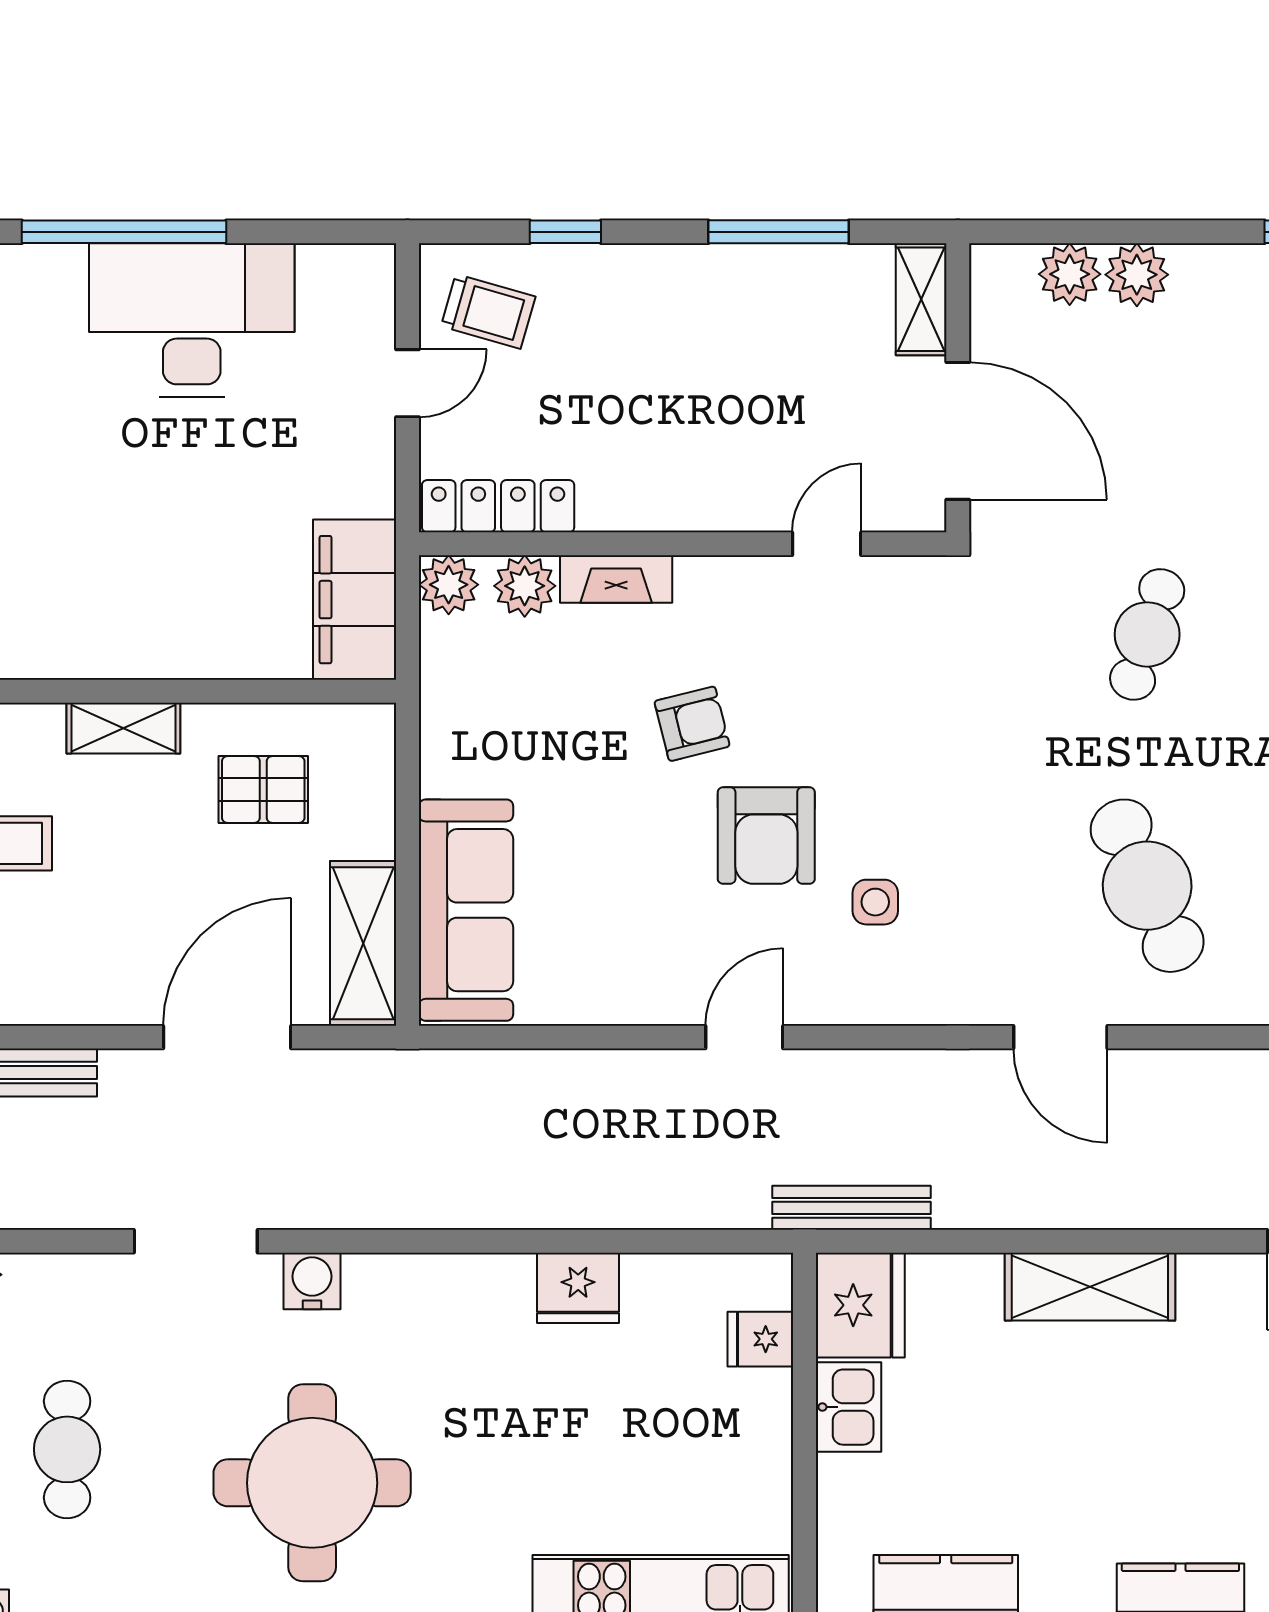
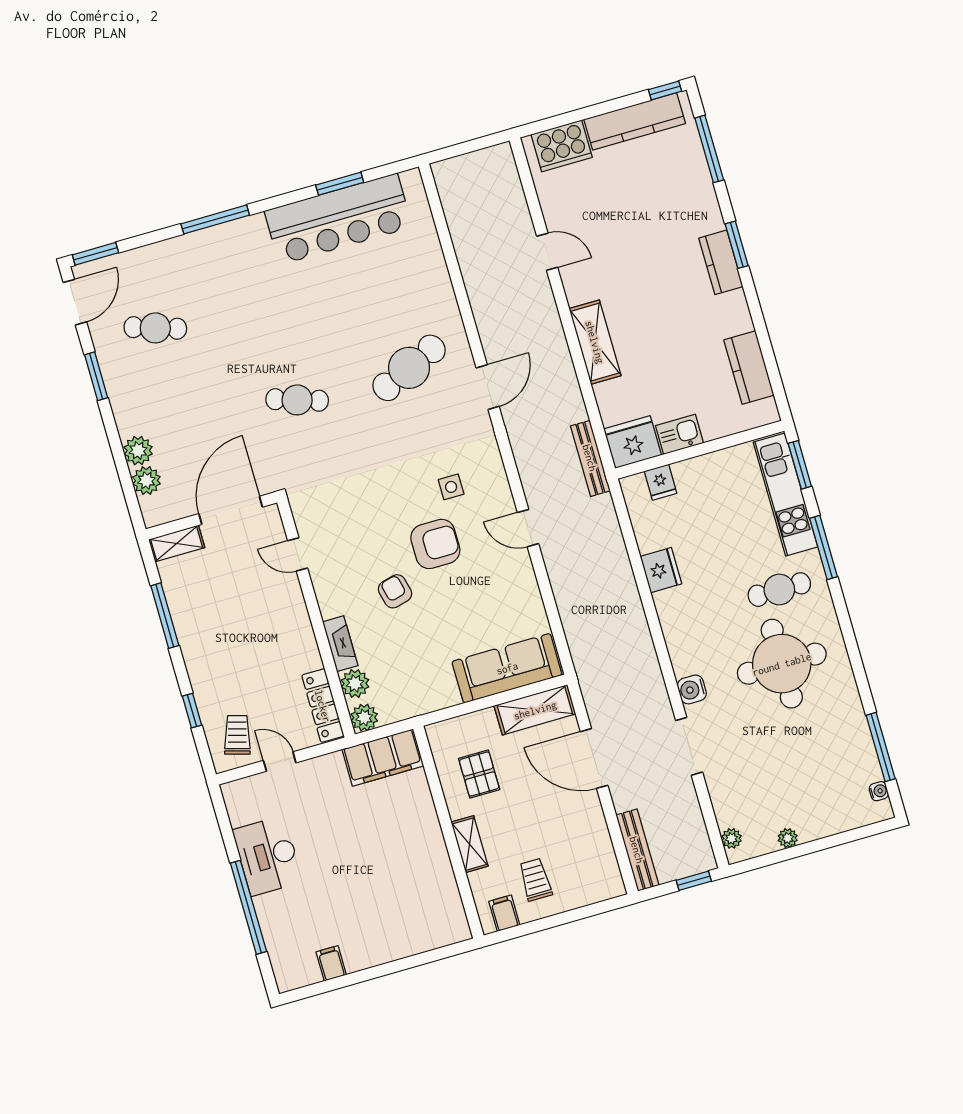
desk: (192, 320) -> (268, 856), width x0.73, depth x0.77
cafe table: (67, 1449) -> (779, 590), moved

